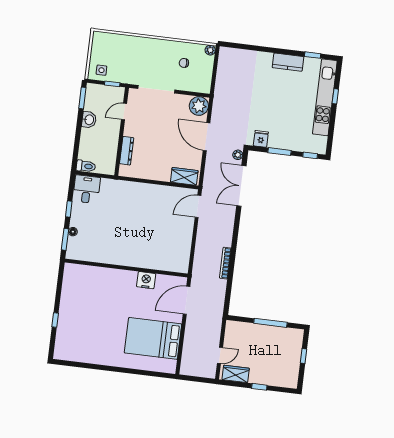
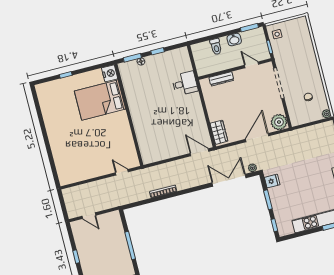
toilet: (86, 166) -> (216, 47), moved
desk: (87, 189) -> (185, 83), moved
nightstand: (146, 280) -> (110, 73), moved
door: (186, 300) -> (122, 172), width x0.53
bed: (153, 338) -> (100, 100), moved, turned -90
wardrobe: (236, 374) -> (79, 234), removed

